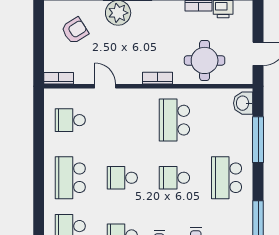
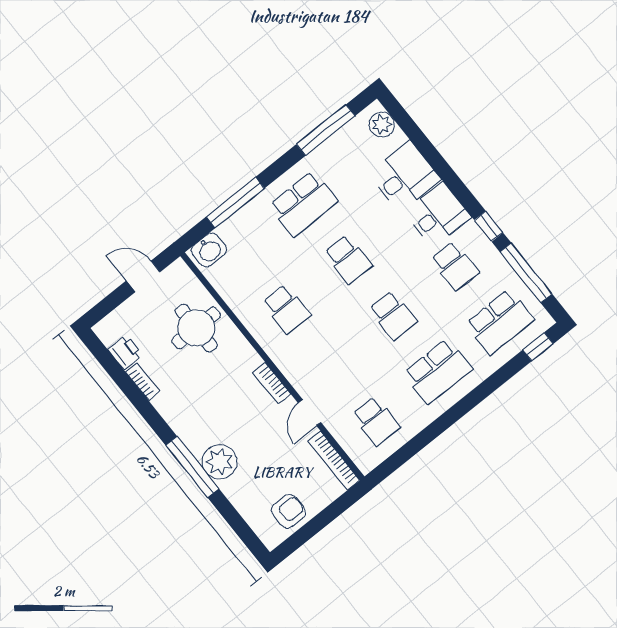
armchair: (75, 31) -> (288, 511), moved, turned 122
bookcase: (59, 78) -> (334, 461), width x1.56
bookcase: (157, 78) -> (272, 383), moved
school desk: (174, 120) -> (286, 309), width x0.54

